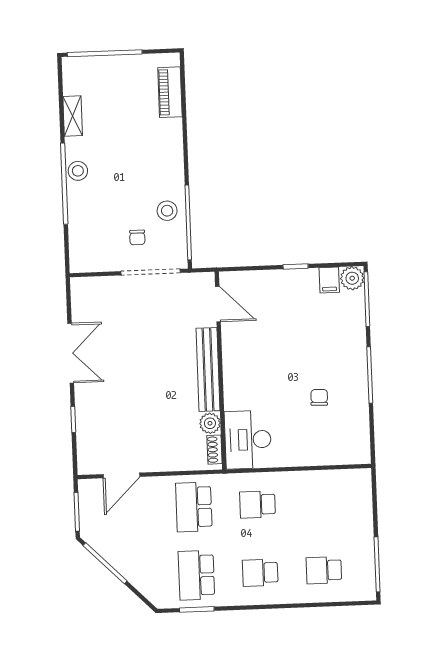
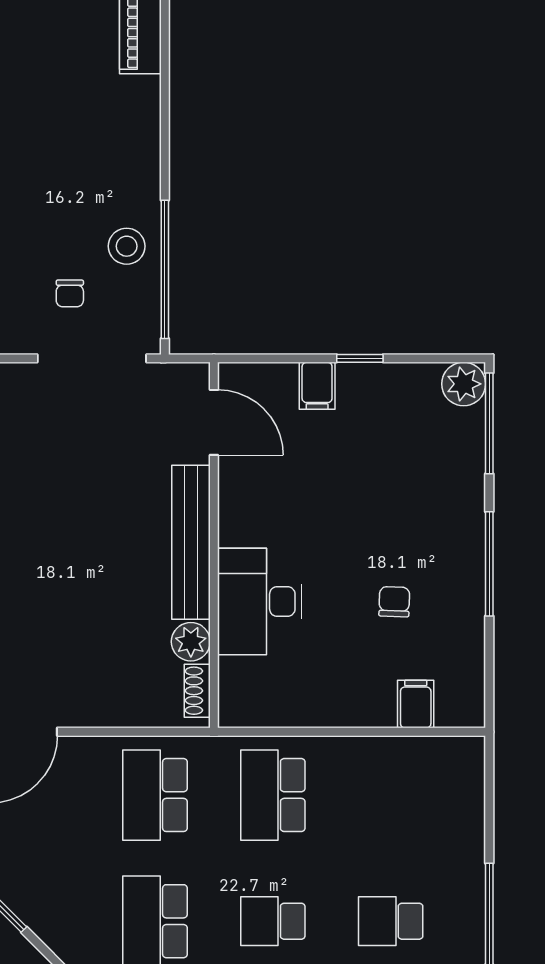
filing cabinet: (329, 280) -> (317, 386), moved
desk: (248, 440) -> (260, 602), moved
filing cabinet: (333, 452) -> (416, 704), added
school desk: (258, 504) -> (273, 795), width x1.85

